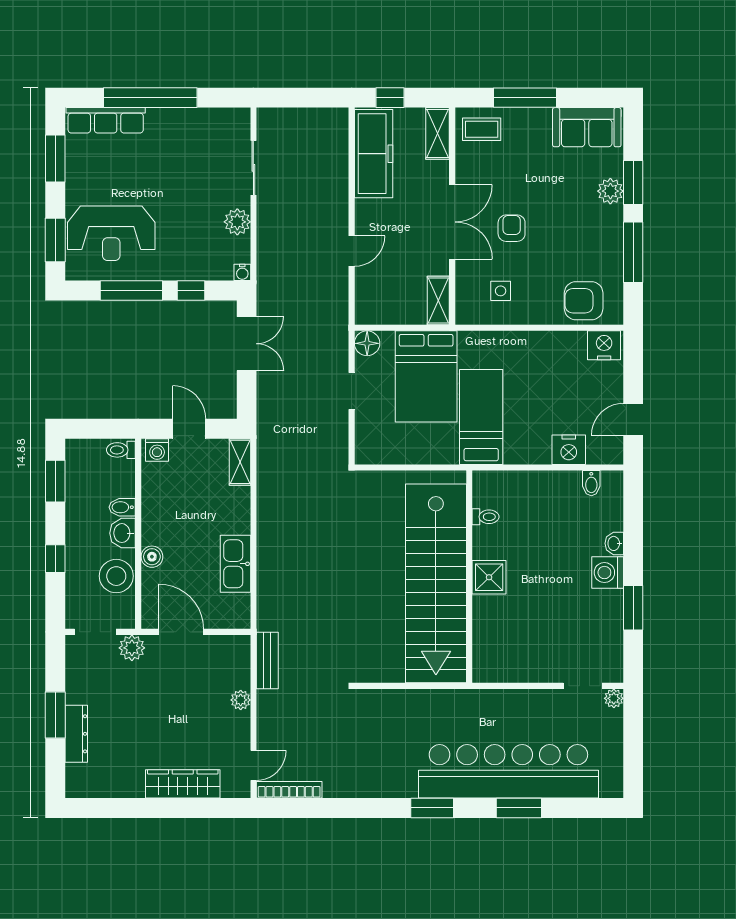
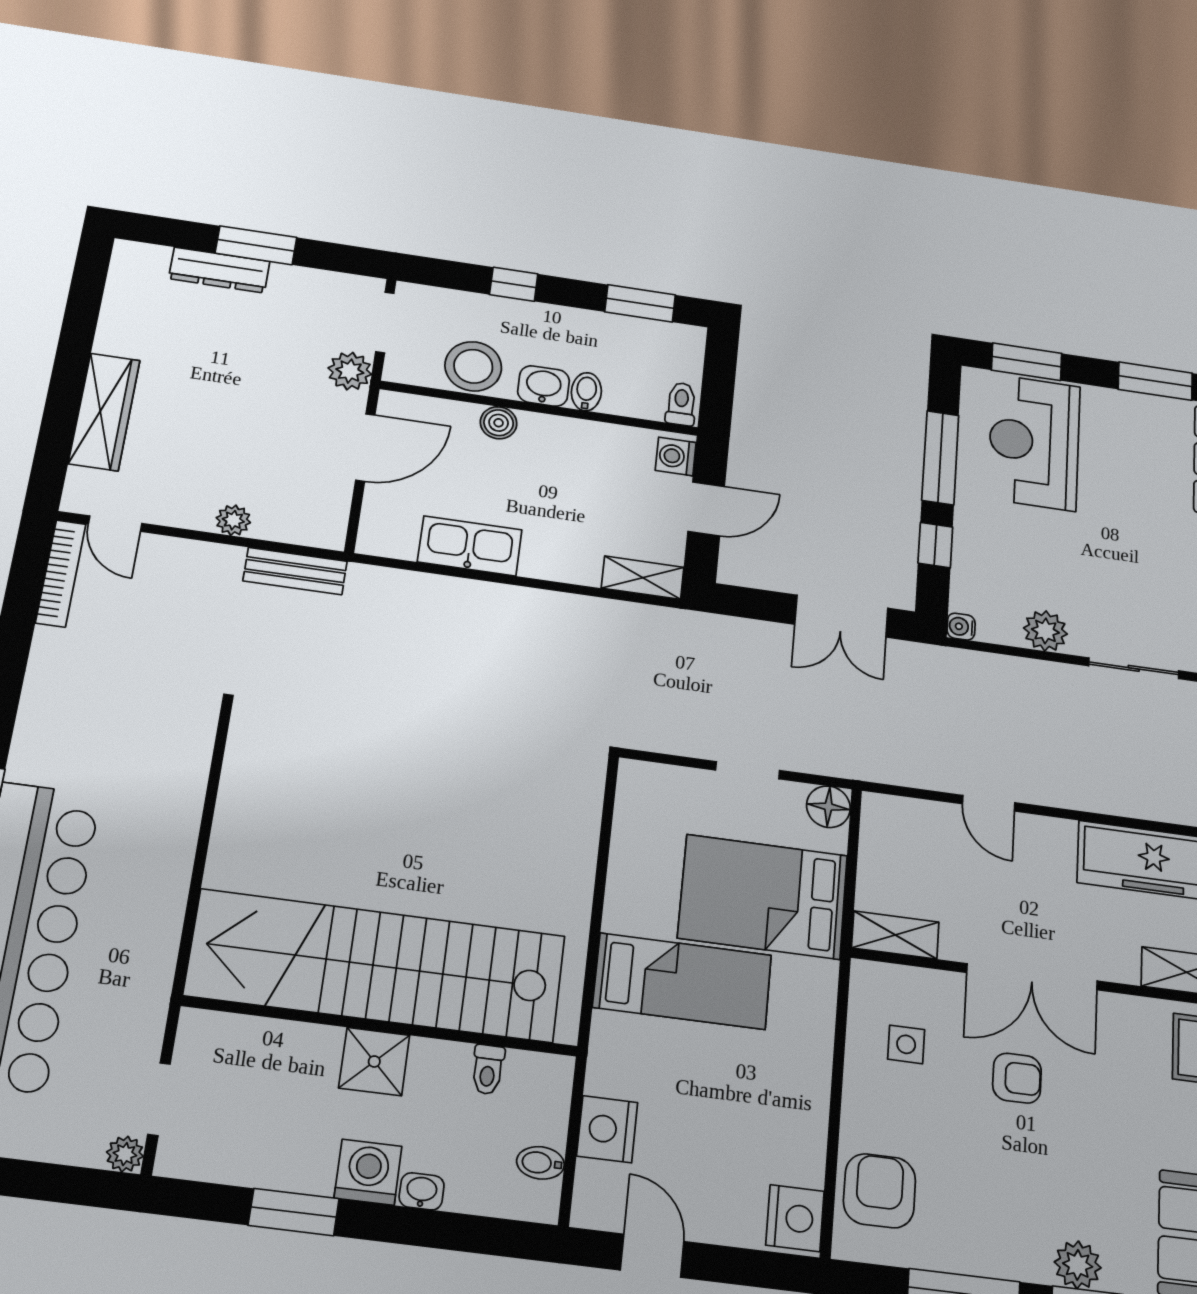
toilet: (486, 517) -> (488, 1070), moved
wall: (469, 577) -> (380, 1026), moved
shower: (489, 577) -> (374, 1062), moved
stairs: (436, 583) -> (376, 966), moved

